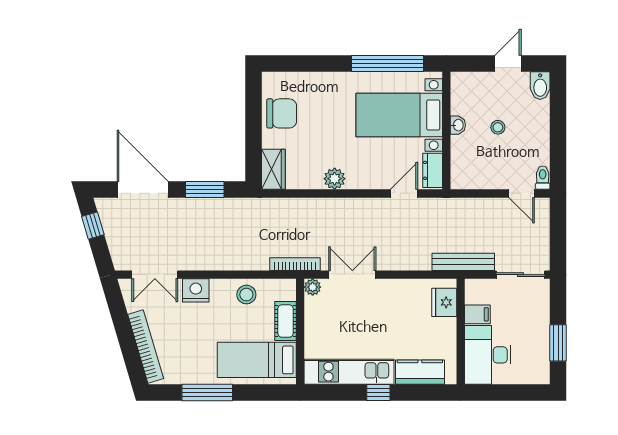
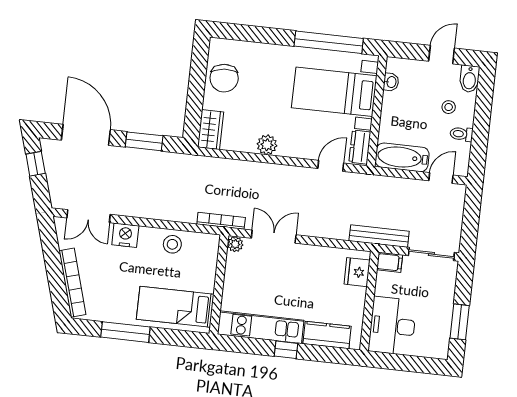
chair: (282, 113) -> (224, 78), turned 85
washbasin: (458, 125) -> (391, 82), moved
stool: (498, 127) -> (449, 107), moved
bathtub: (478, 176) -> (402, 157), added
toilet: (543, 178) -> (461, 134), moved, turned -90
door: (522, 193) -> (441, 178), swing flipped
filing cabinet: (477, 314) -> (390, 262), moved
cot: (285, 321) -> (206, 273), removed

